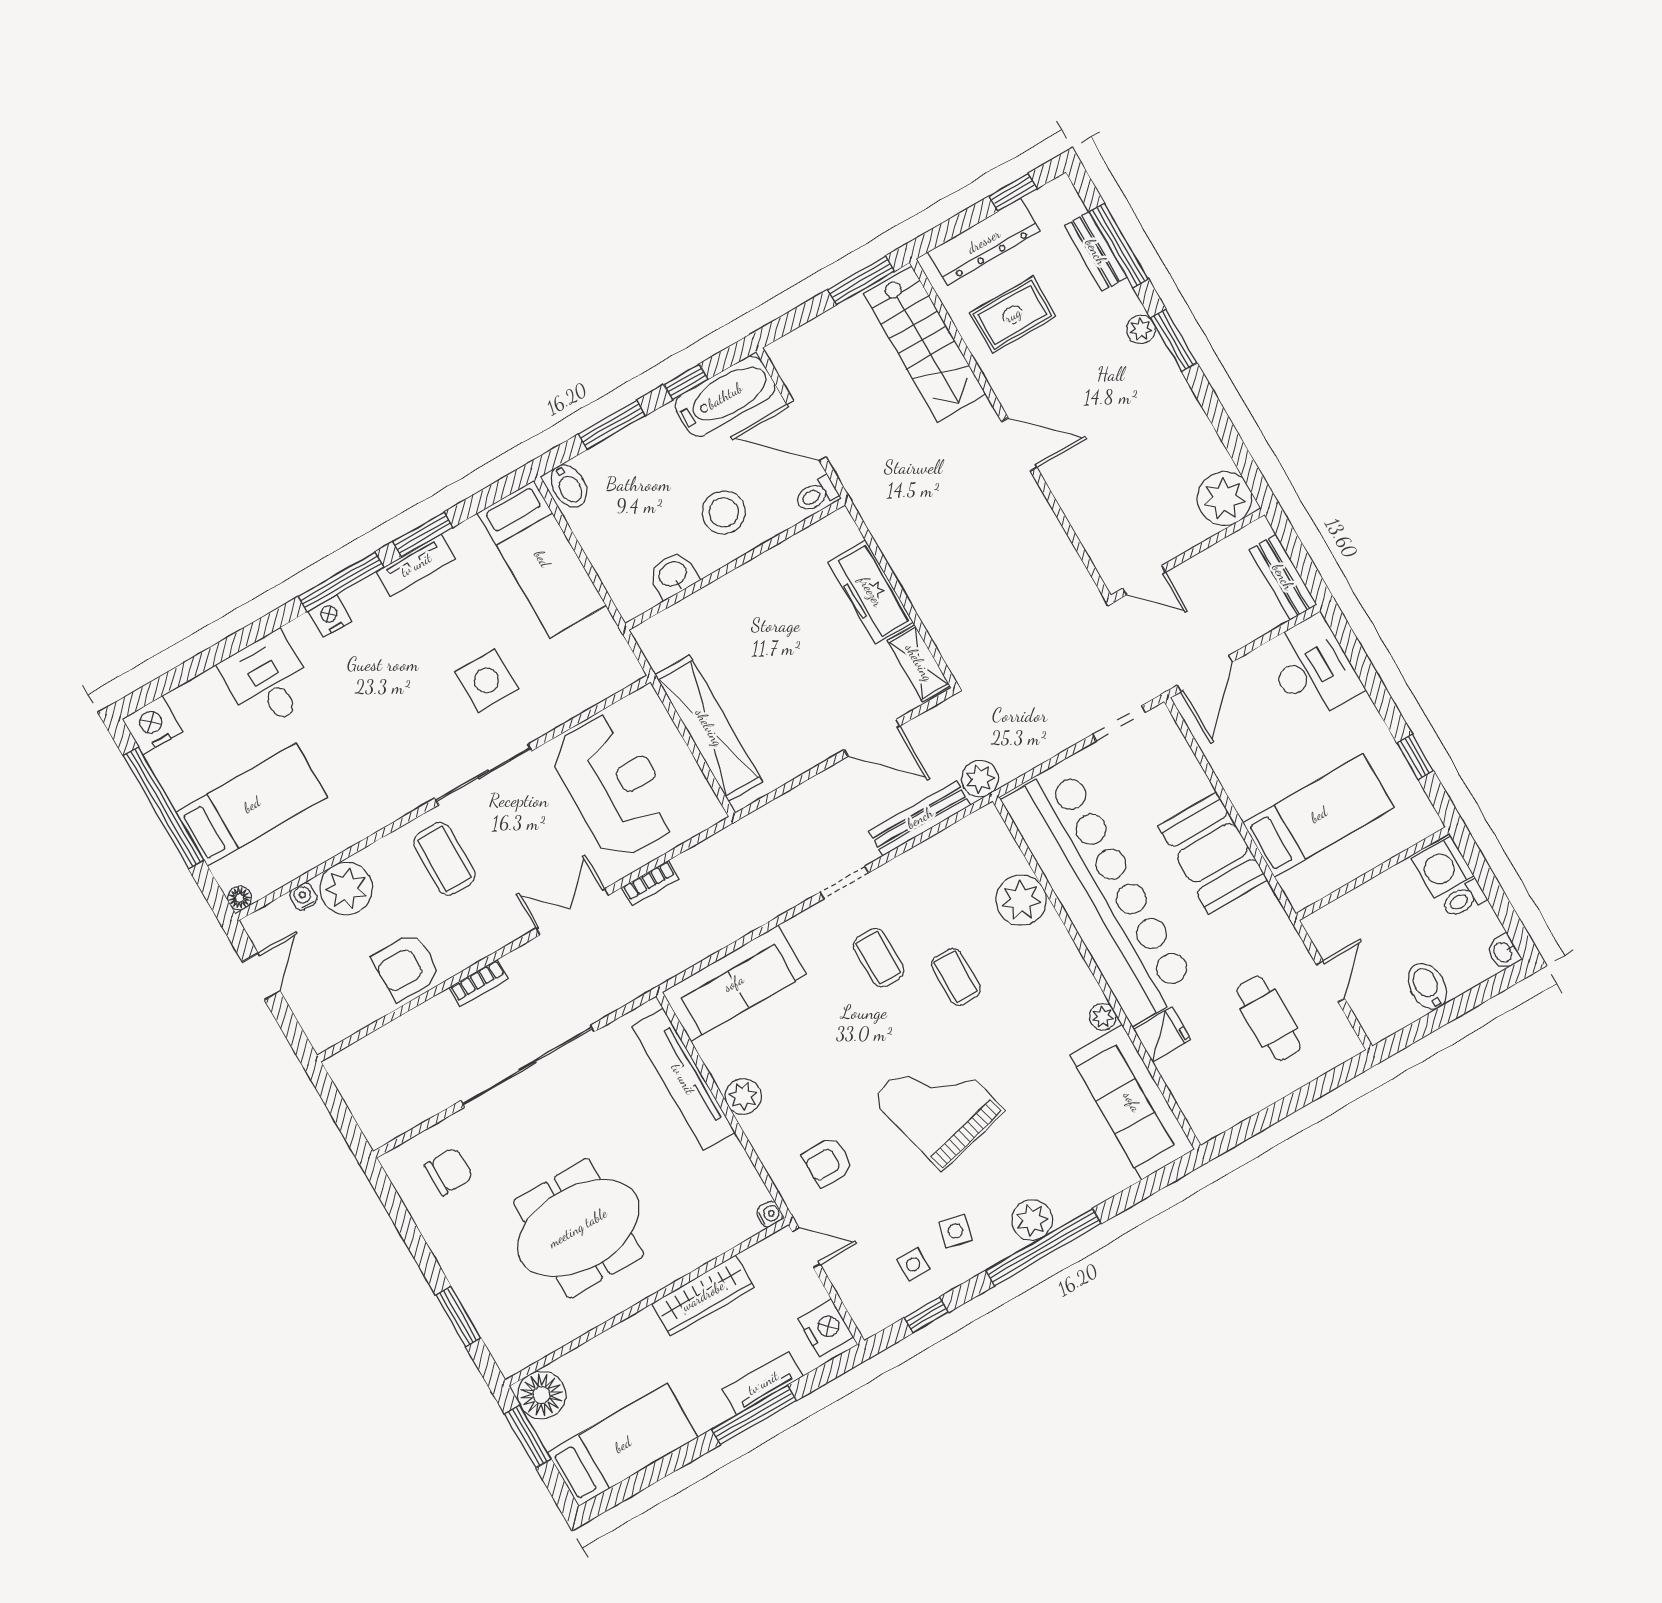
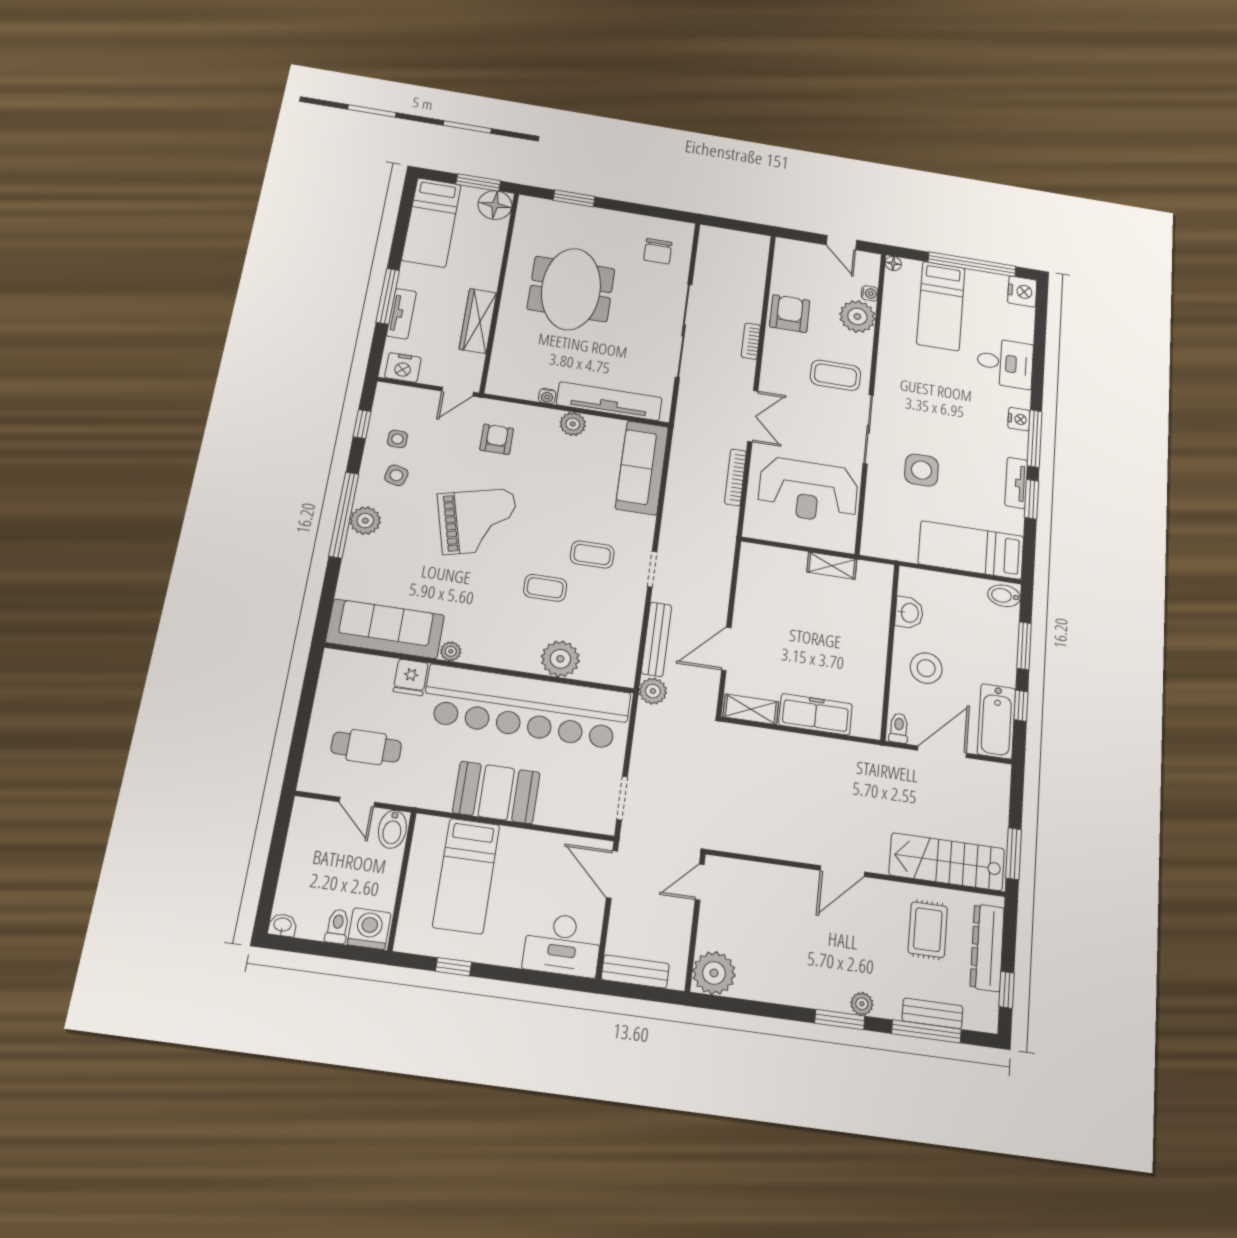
shelving: (709, 728) -> (832, 566), width x0.45, depth x0.75
bookcase: (650, 883) -> (735, 477), width x1.56
bidet: (1427, 986) -> (392, 829), moved, turned 90
water cooler: (770, 1214) -> (547, 396), moved

